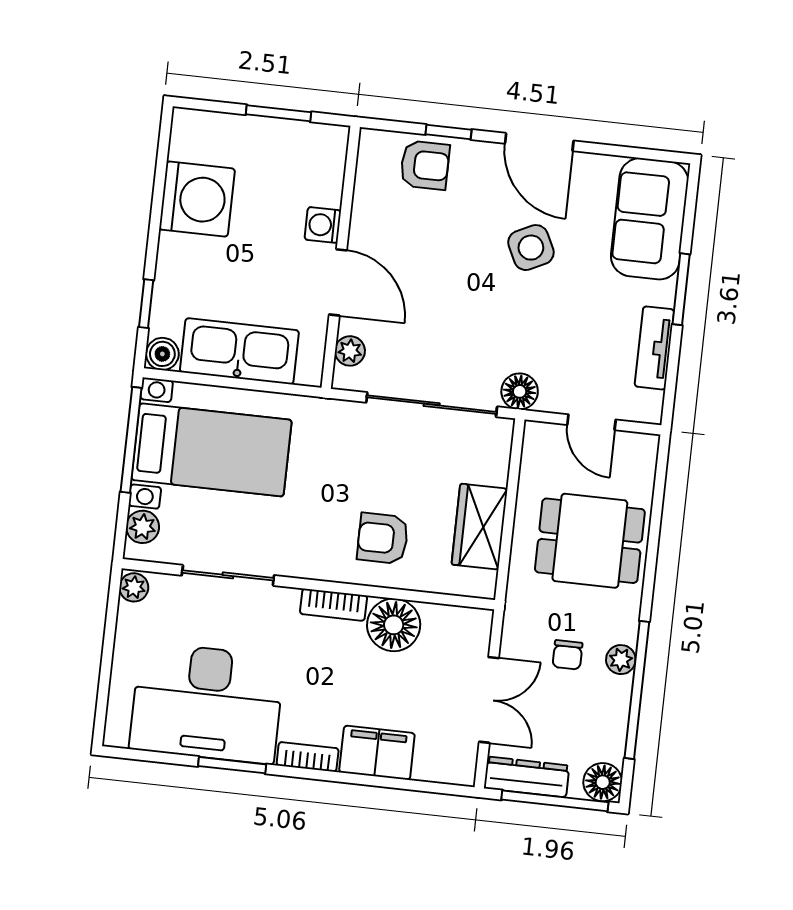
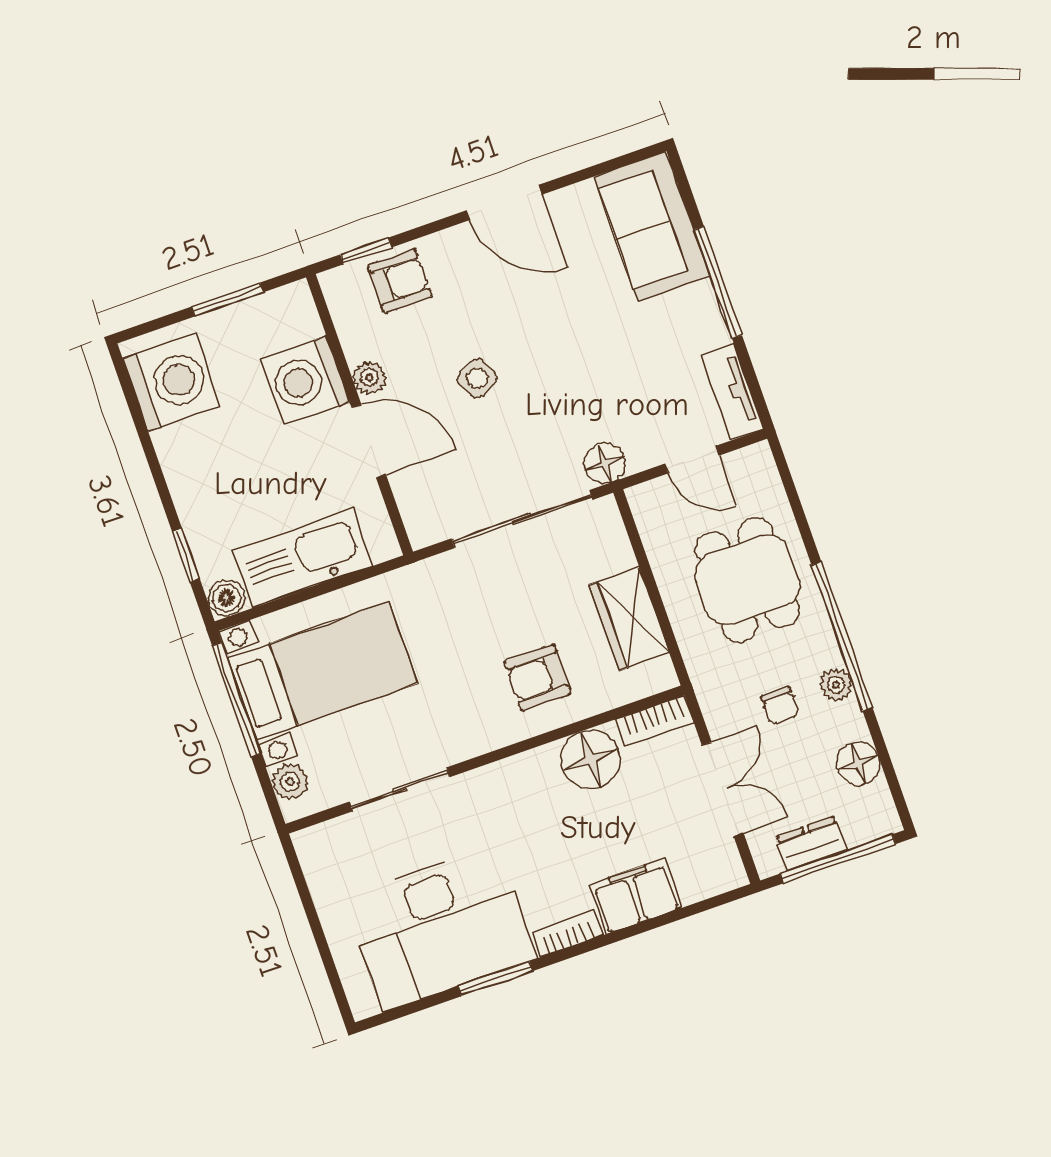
window: (448, 132) -> (366, 251), moved
washing machine: (197, 199) -> (172, 383), moved
washing machine: (323, 225) -> (305, 380), width x1.89, depth x1.89
side table: (531, 248) -> (477, 378), moved, width x0.73, depth x0.73
window: (681, 289) -> (718, 282), width x1.44
tv unit: (654, 348) -> (733, 392), moved
plant: (350, 351) -> (370, 378), moved
dining table: (590, 541) -> (747, 580), turned 90
plant: (134, 587) -> (310, 847), removed
bookcase: (334, 605) -> (655, 721), moved
window: (637, 690) -> (842, 636), moved
dresser: (527, 777) -> (811, 844), width x0.70
floor lamp: (603, 782) -> (858, 763), moved

